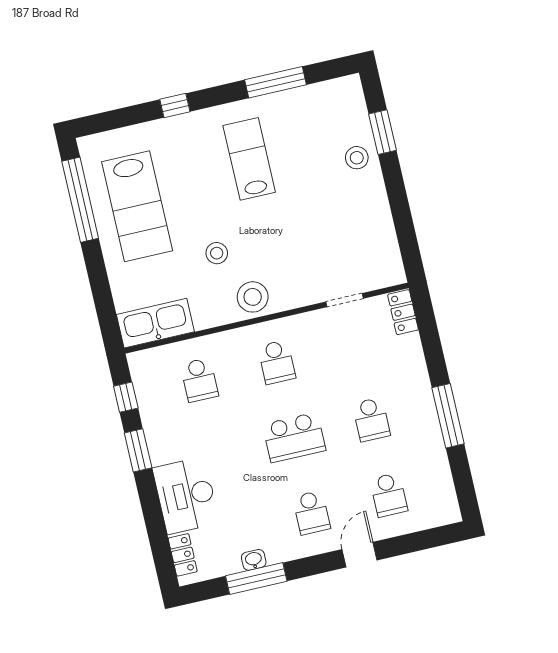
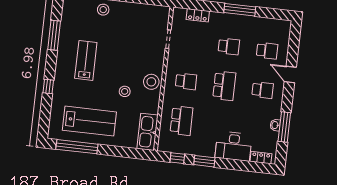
lab bench: (249, 159) -> (86, 60), turned 90
locker: (403, 312) -> (198, 15), moved
school desk: (199, 380) -> (181, 121), width x1.85

